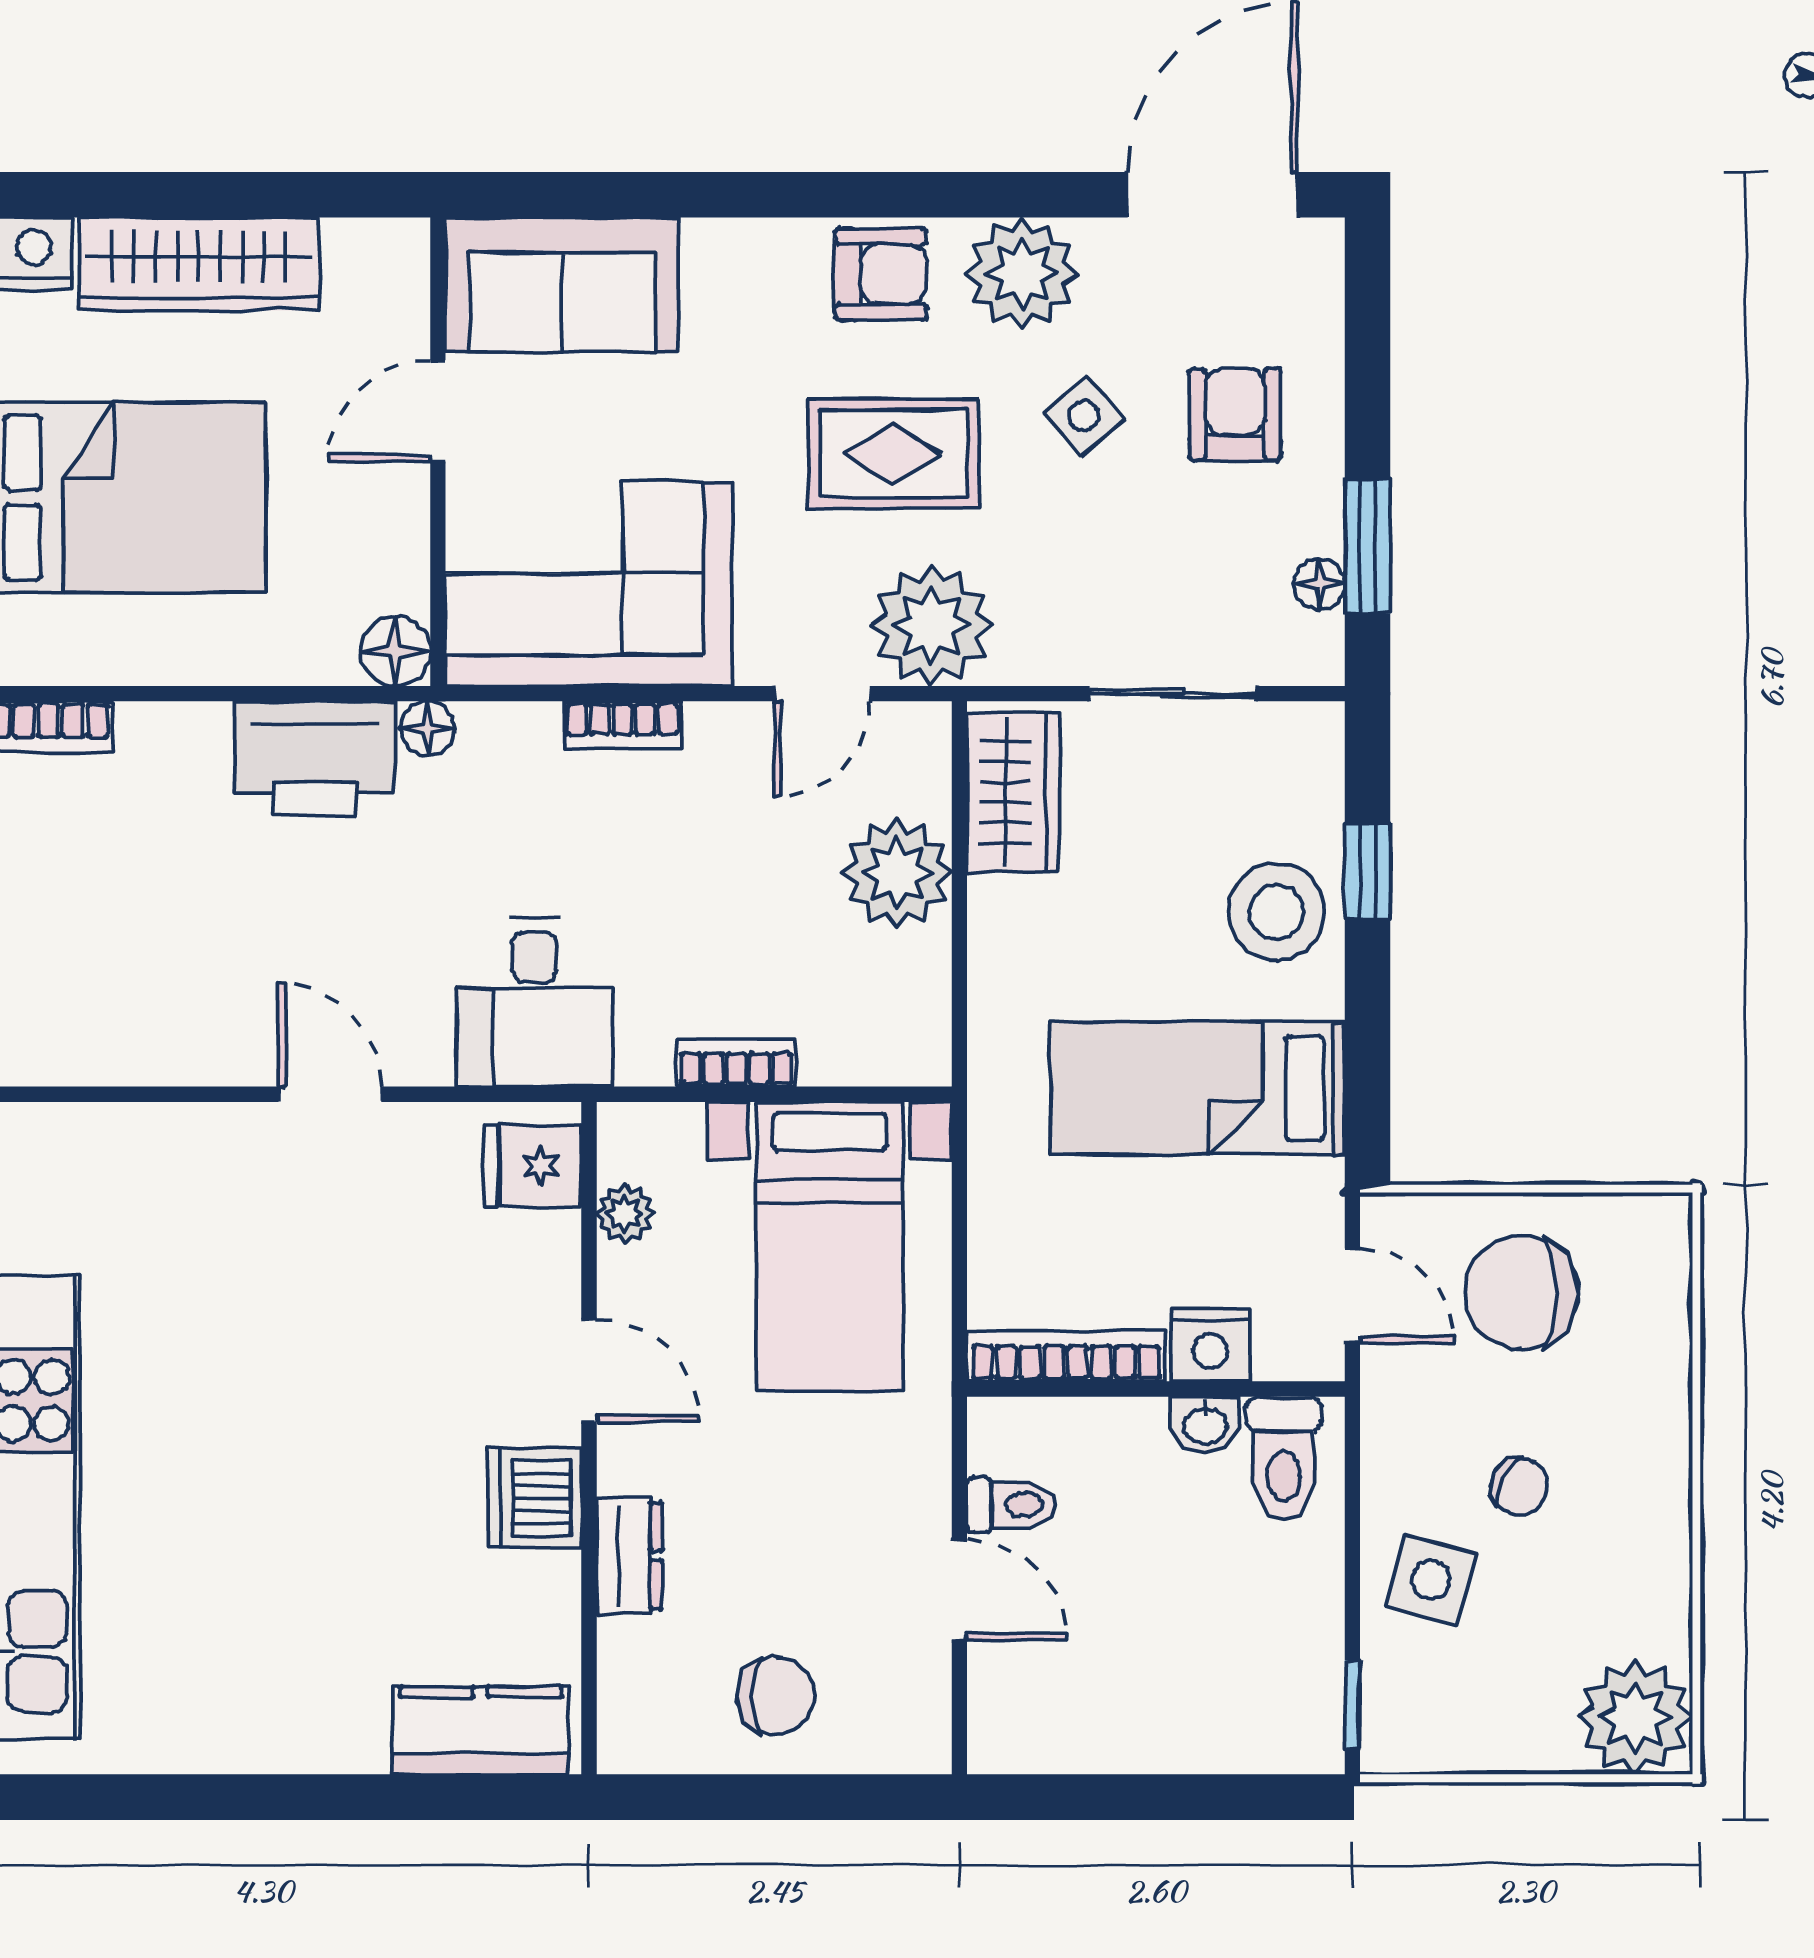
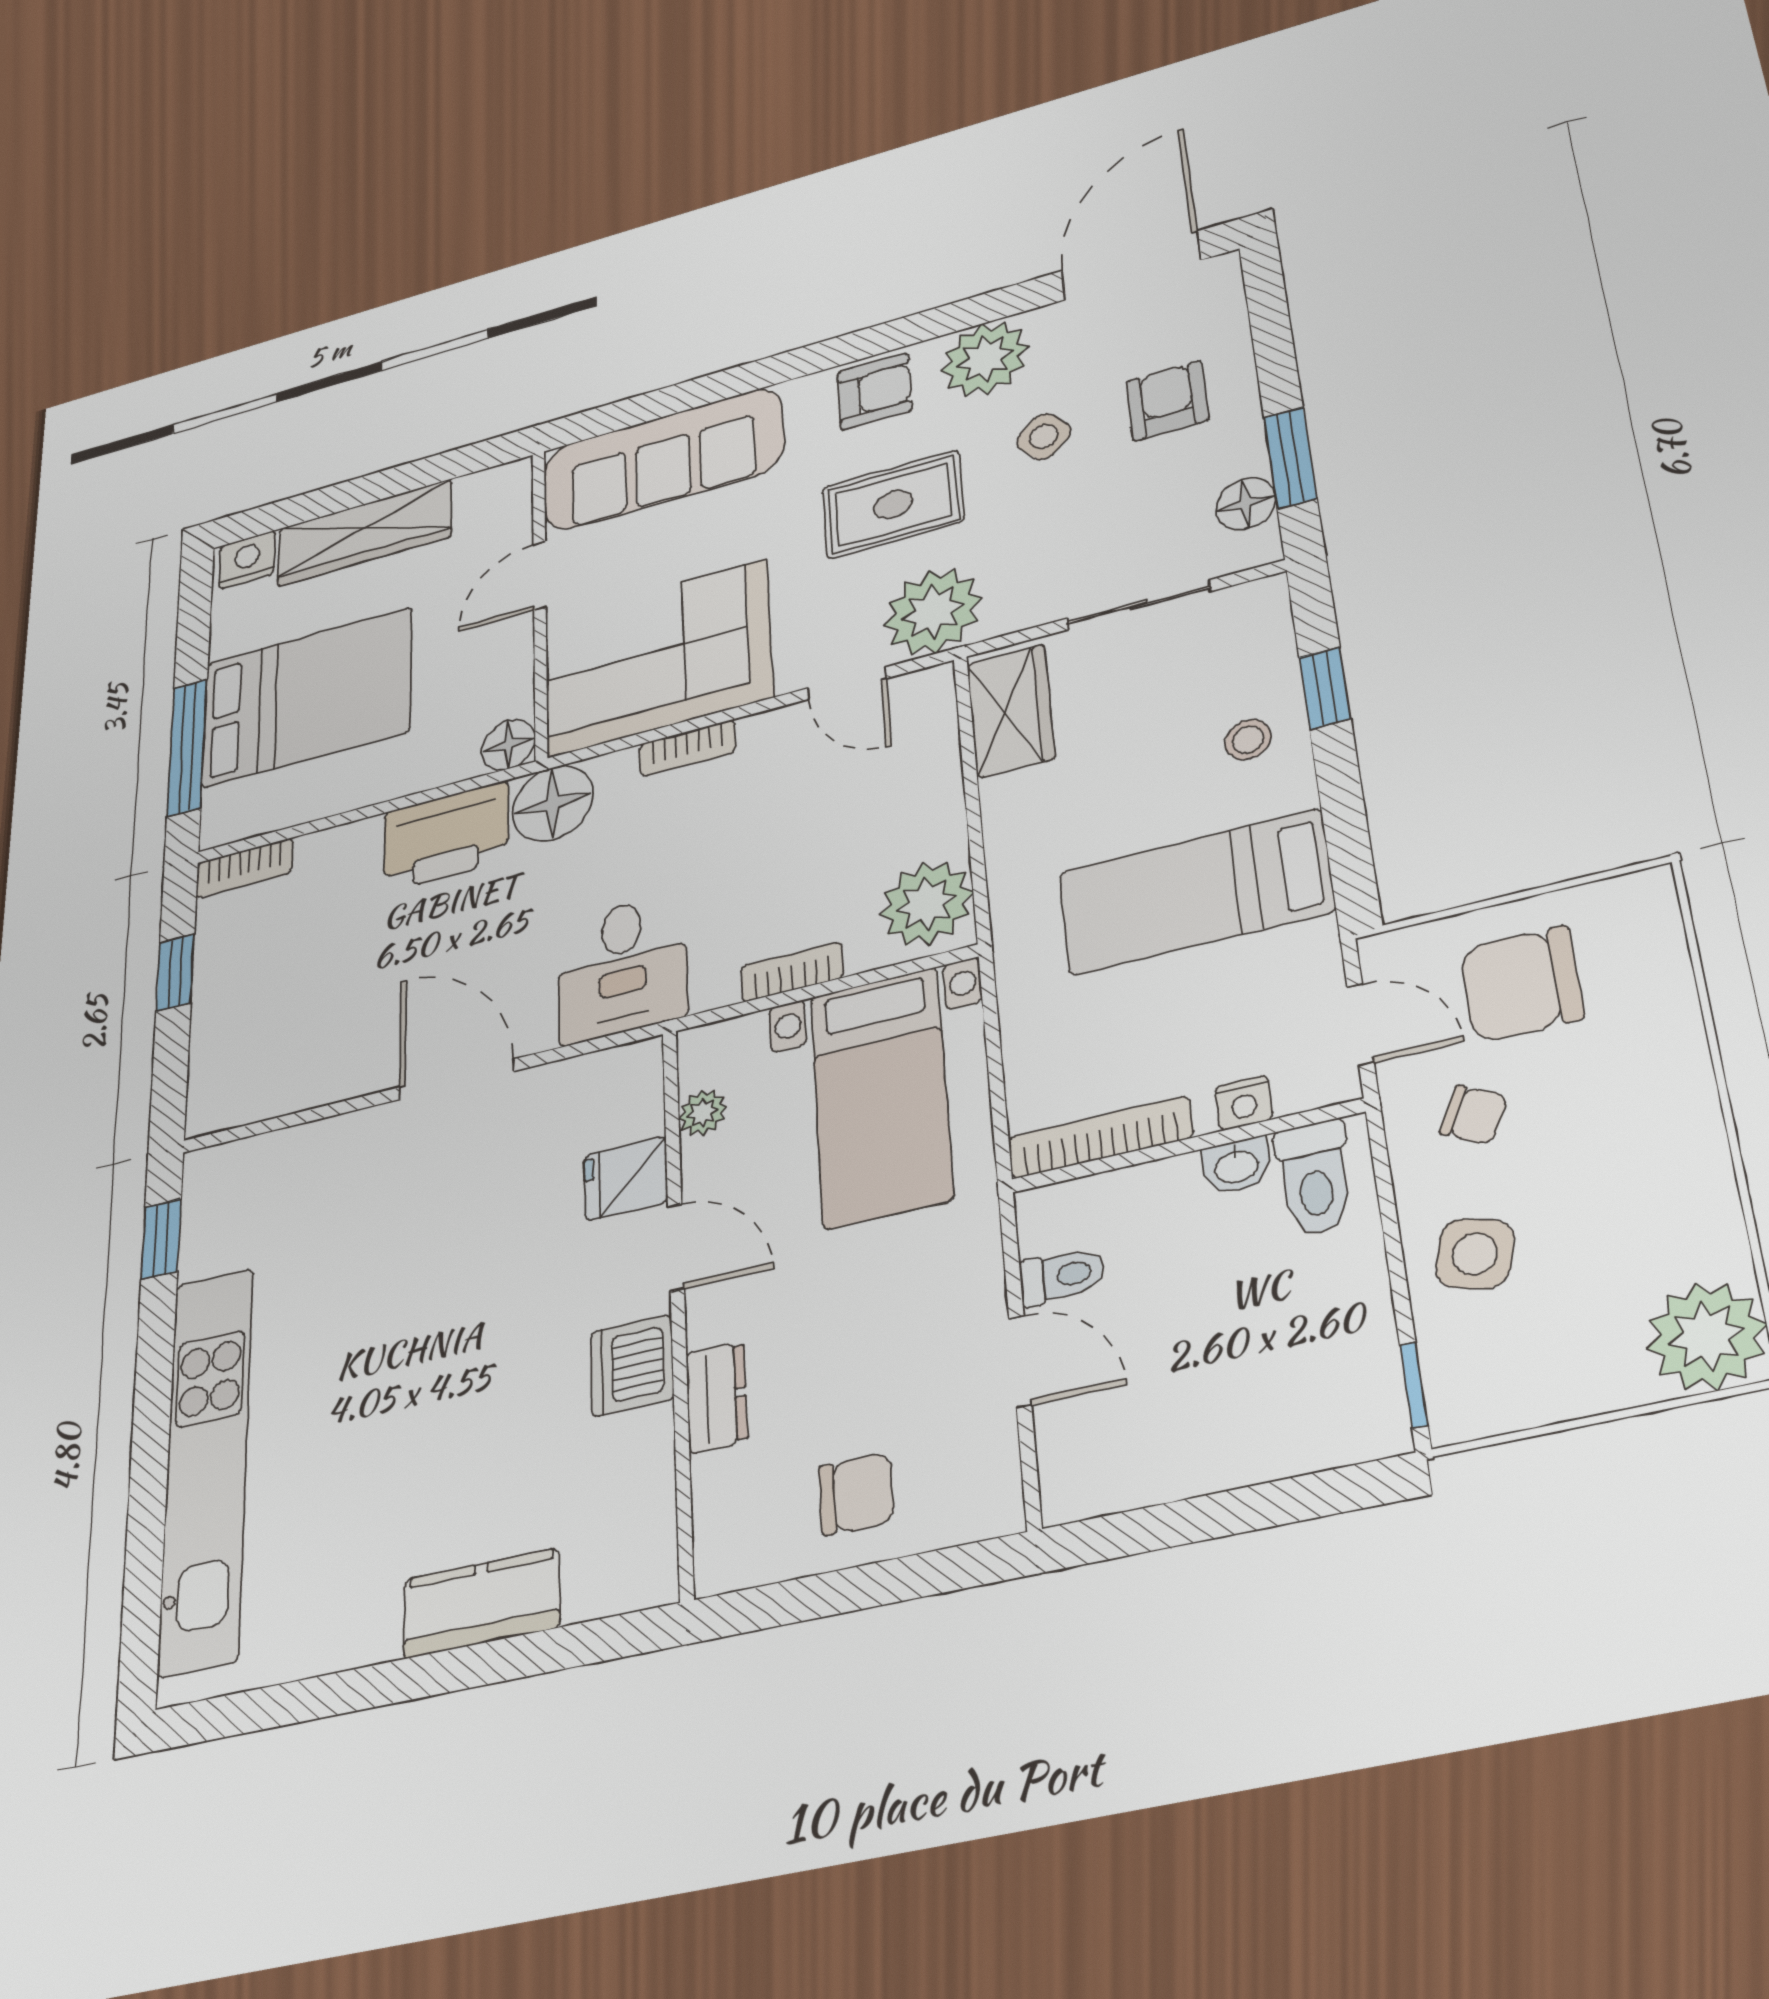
sofa: (562, 285) -> (663, 459), width x1.36
floor lamp: (1319, 584) -> (1246, 504), width x1.37, depth x1.37
door: (822, 694) -> (847, 683), hinge flipped
floor lamp: (427, 728) -> (553, 803), width x1.89, depth x1.89
plant: (897, 873) -> (926, 904), moved
stool: (1276, 912) -> (1248, 740), width x0.53, depth x0.53
door: (330, 1094) -> (457, 1079), width x1.38
fridge: (533, 1166) -> (626, 1179), moved
nightstand: (1210, 1345) -> (1244, 1103), width x0.72, depth x0.74
chair: (1519, 1486) -> (1474, 1115), moved
kitchen counter: (480, 1731) -> (481, 1603), moved

